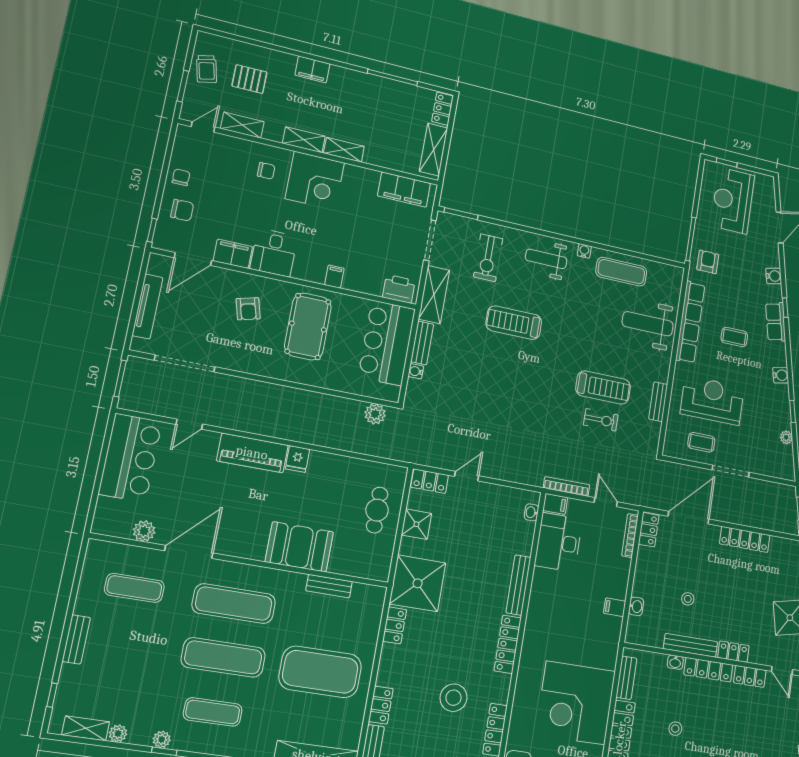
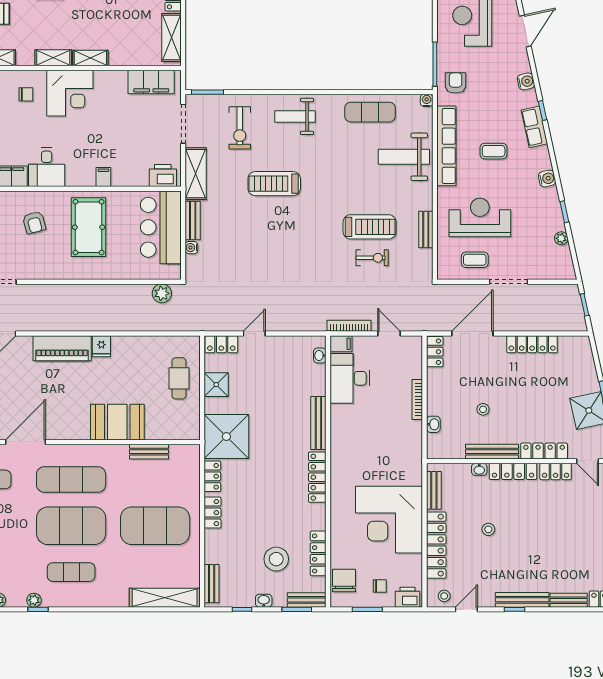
water cooler: (584, 251) -> (427, 100), moved
bookcase: (630, 536) -> (417, 399), moved
filing cabinet: (615, 607) -> (413, 428), removed
locker: (733, 652) -> (544, 451), width x1.53
exercise mat: (223, 657) -> (71, 526), width x1.47
stool: (454, 698) -> (276, 559), moved
locker: (381, 705) -> (213, 513), moved

